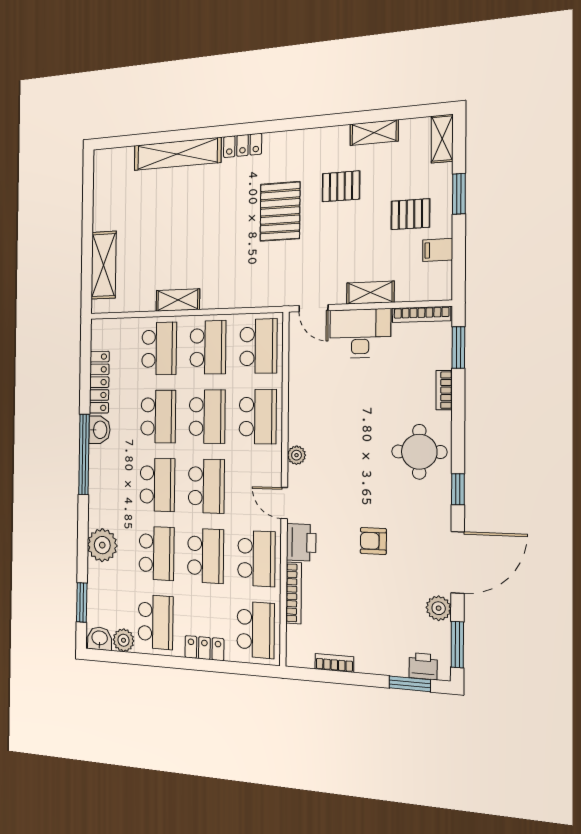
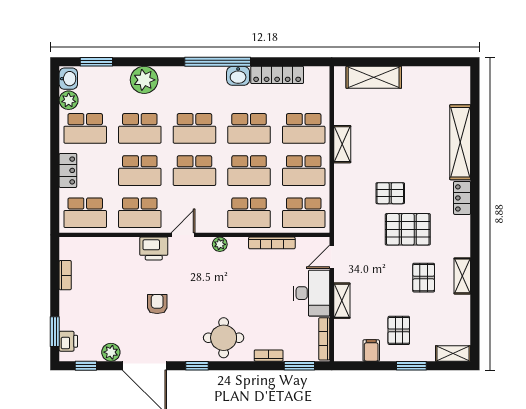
shelving: (374, 133) -> (462, 276), moved
pallet: (236, 237) -> (390, 193), added
bookcase: (294, 593) -> (272, 243), moved
window: (457, 645) -> (86, 366), width x0.67

